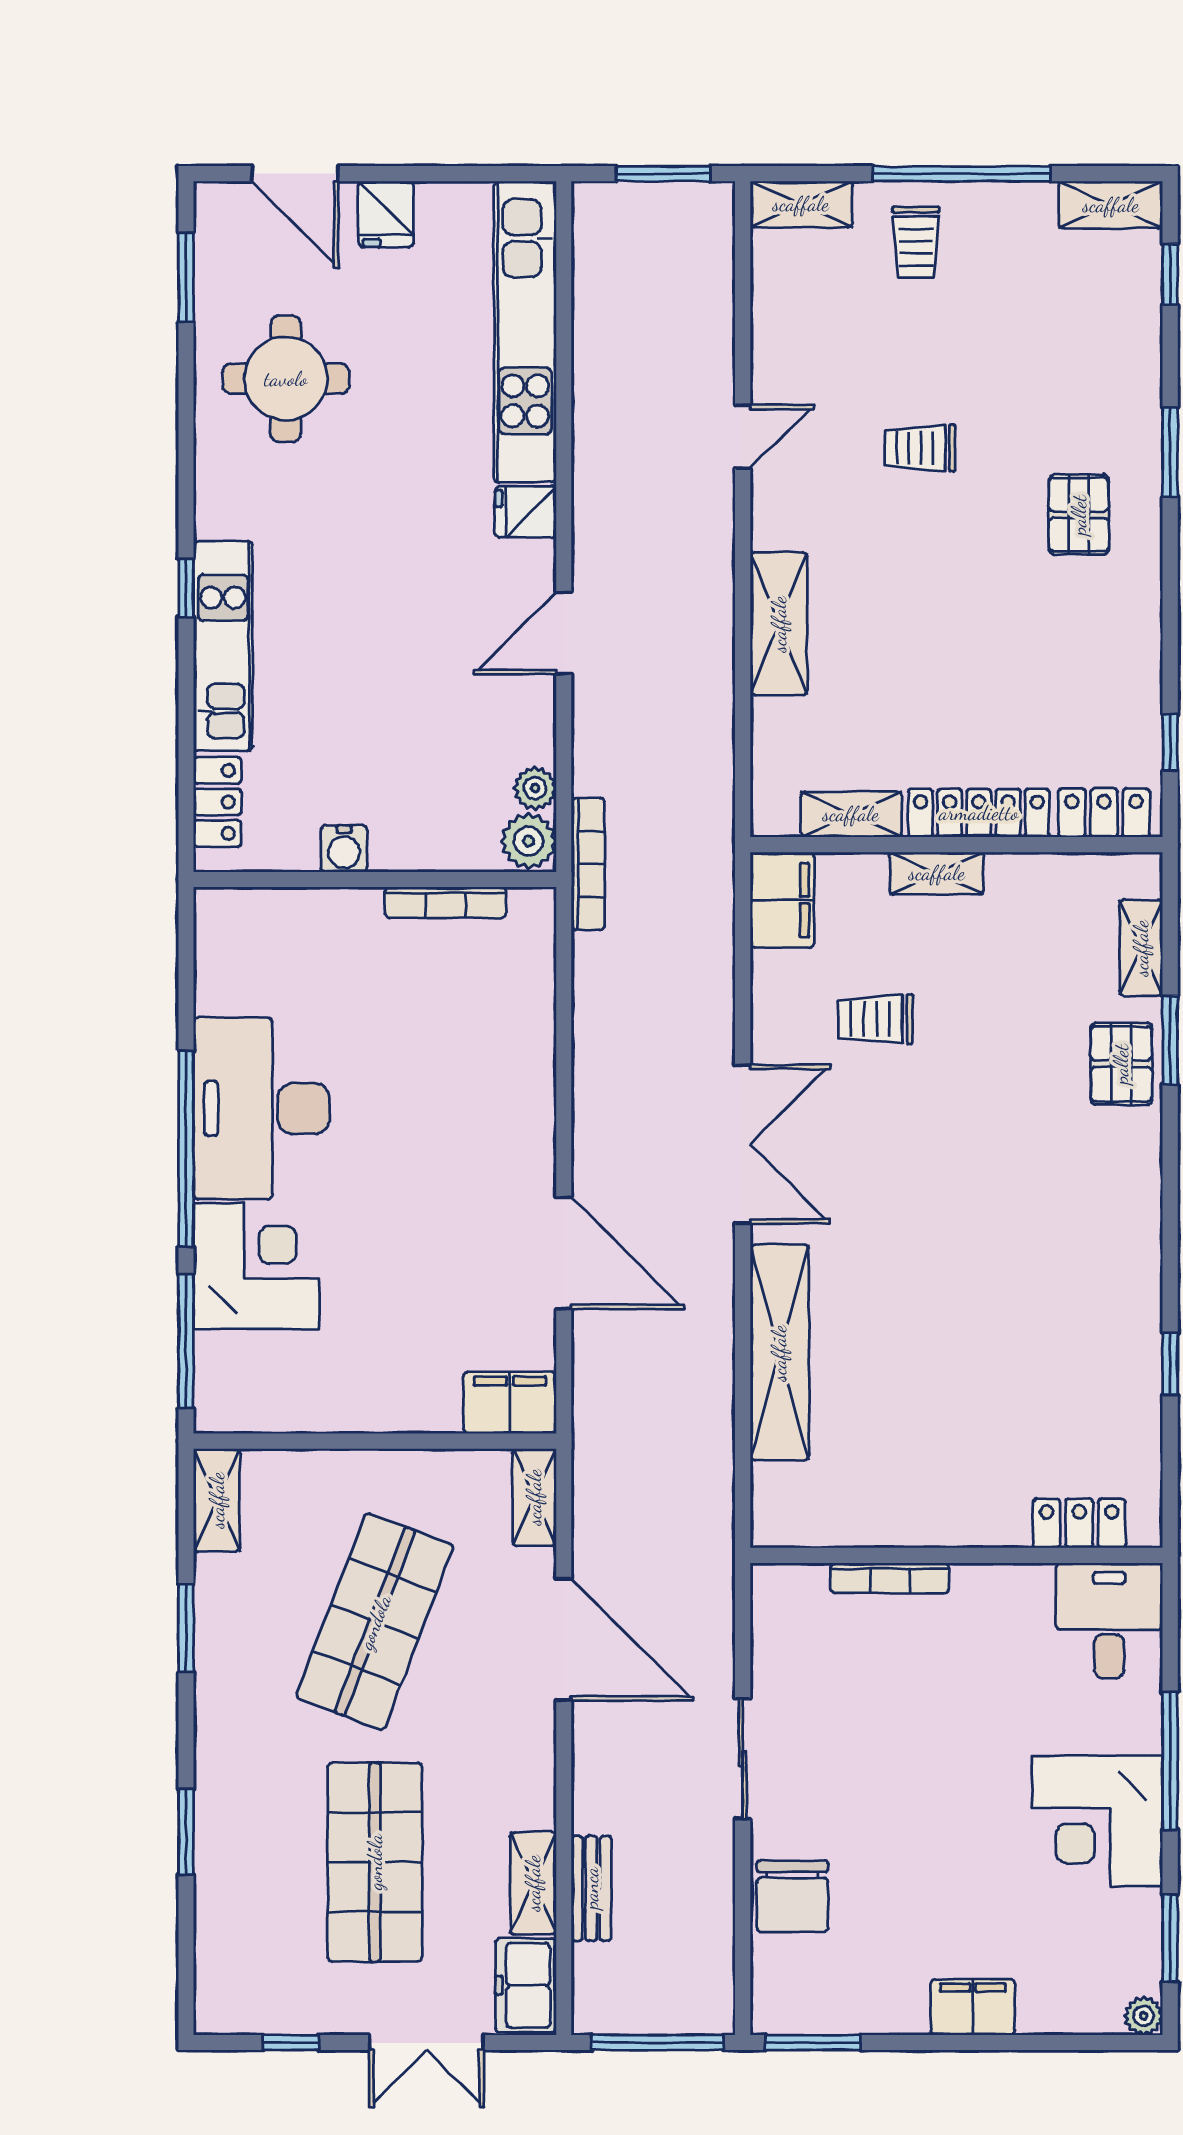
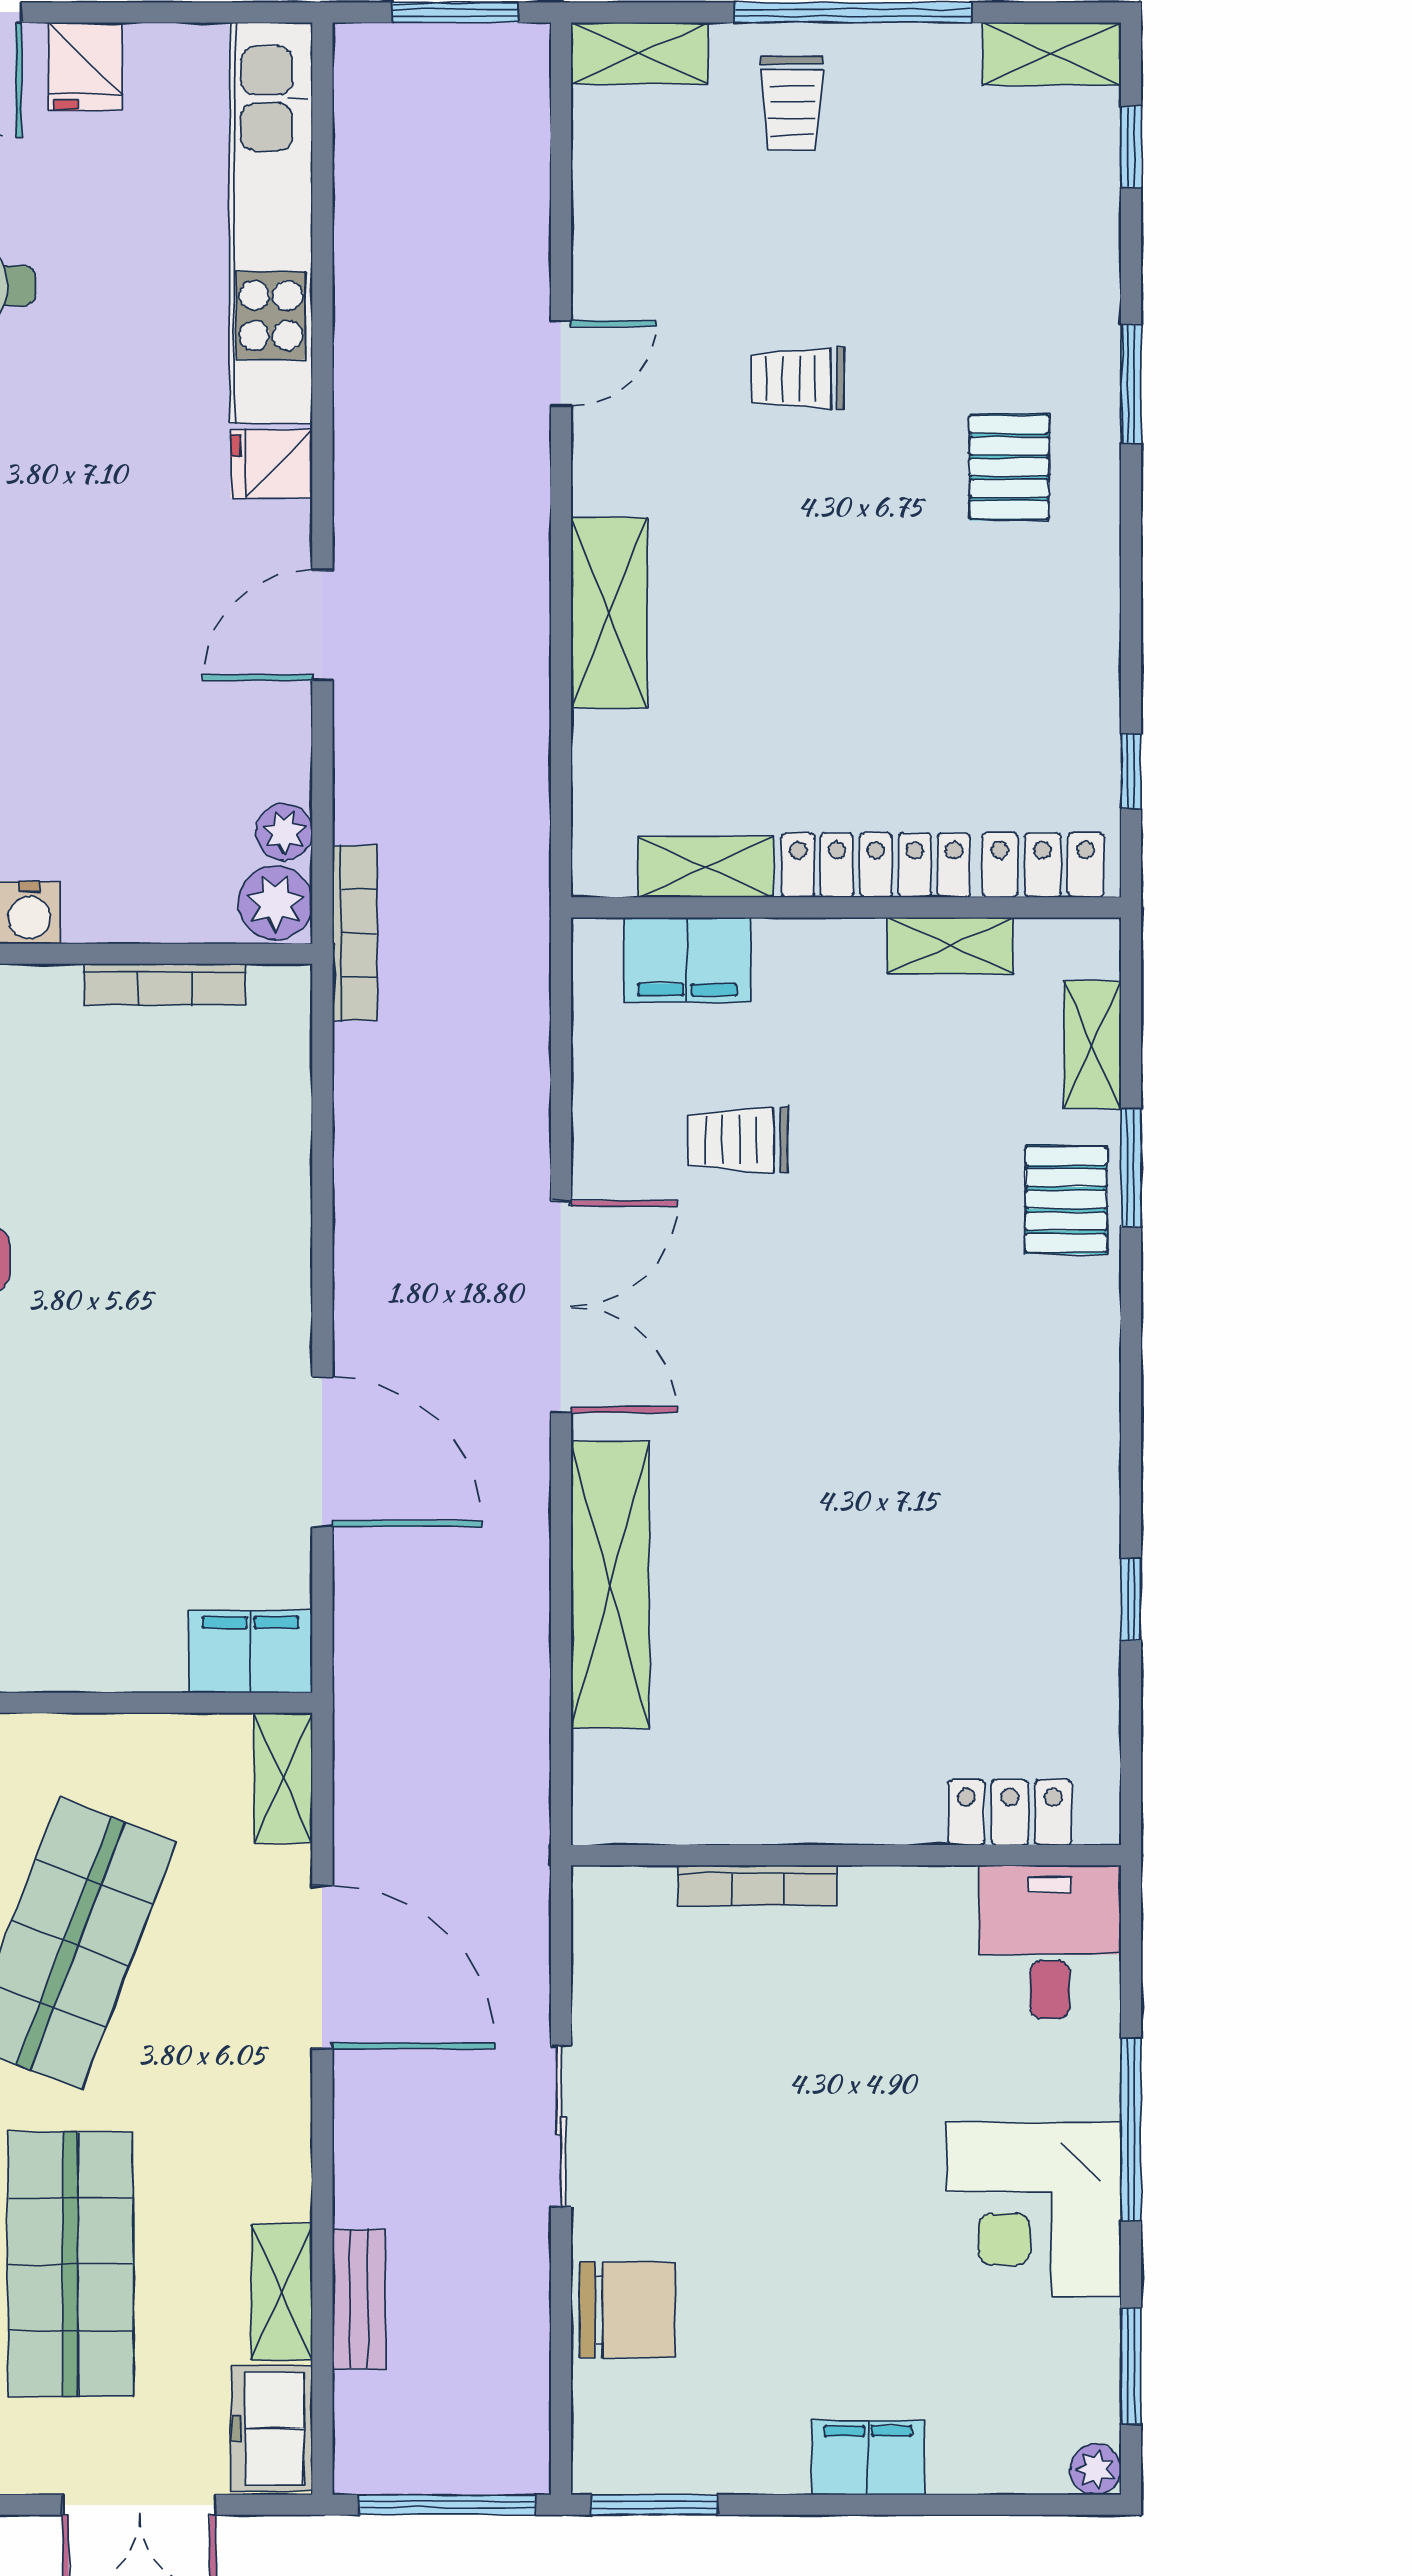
shelving: (937, 873) -> (950, 946), moved
filing cabinet: (782, 900) -> (687, 960), moved, turned 90
chair: (792, 1896) -> (627, 2310), turned -90

